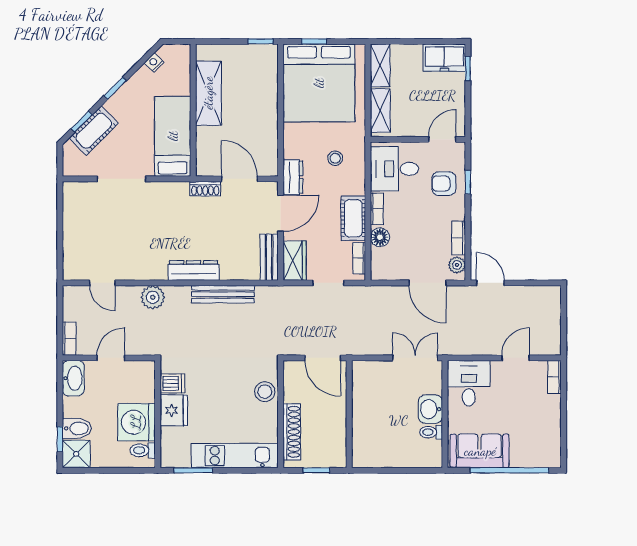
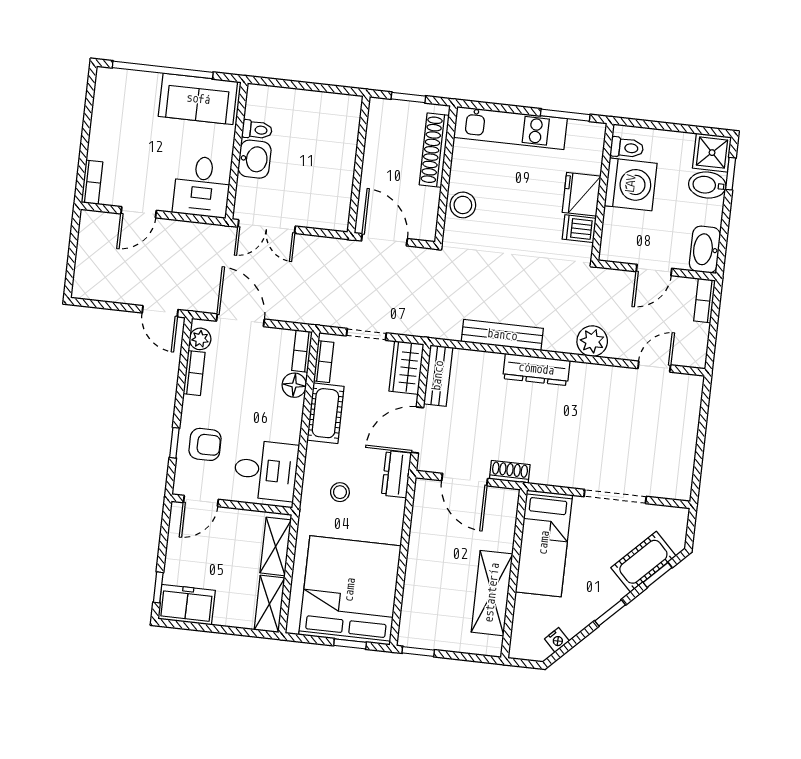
bookcase: (377, 209) -> (302, 351), moved
door: (102, 283) -> (654, 367), hinge flipped

